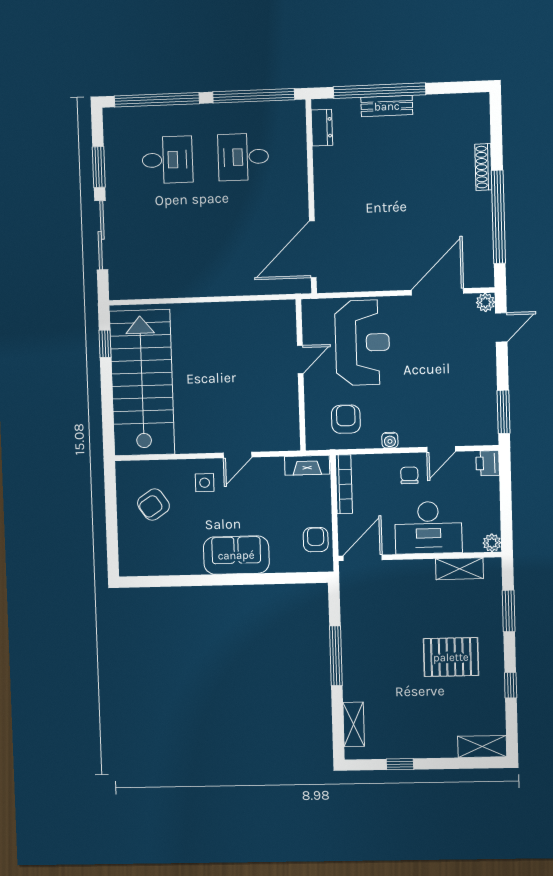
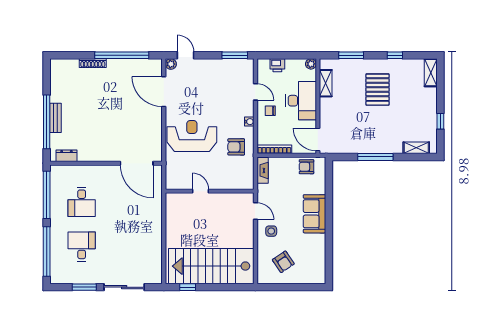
door: (300, 359) -> (201, 191), moved
wall: (301, 375) -> (210, 191), moved
printer: (488, 463) -> (277, 65), moved

